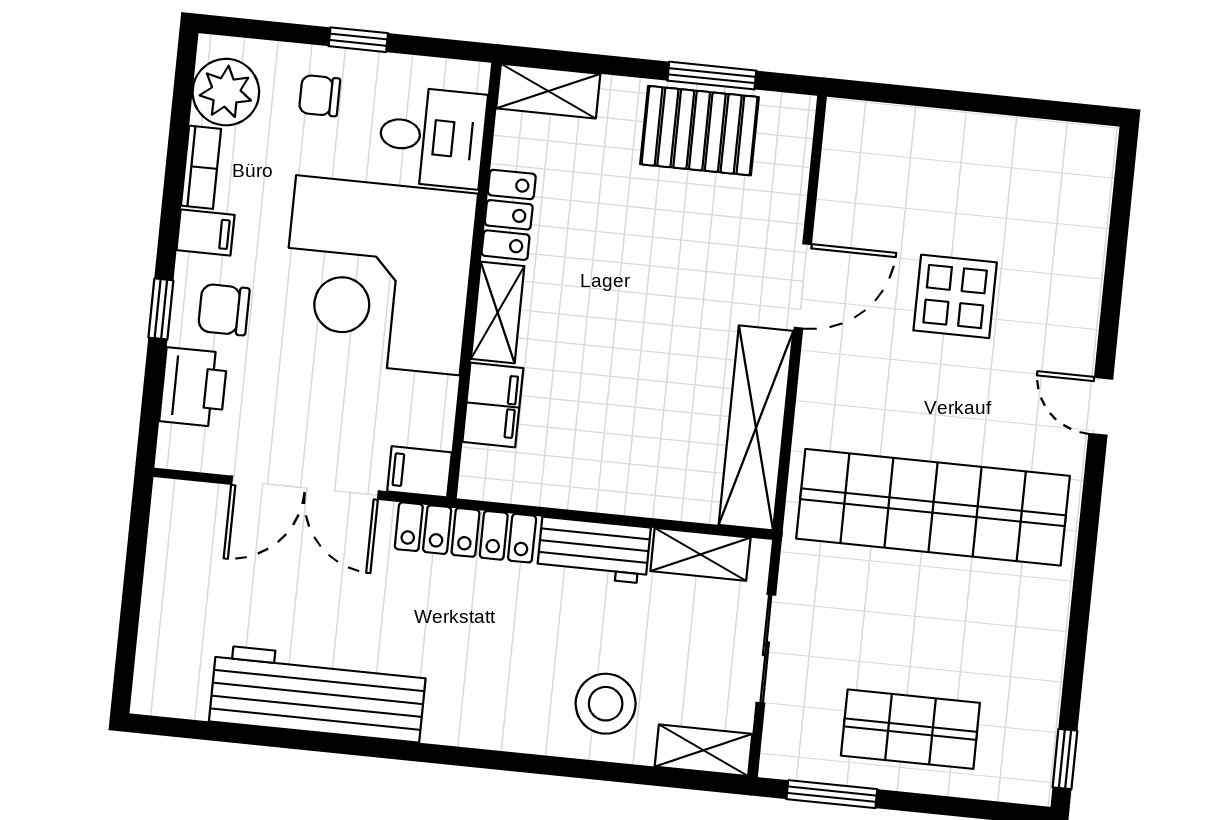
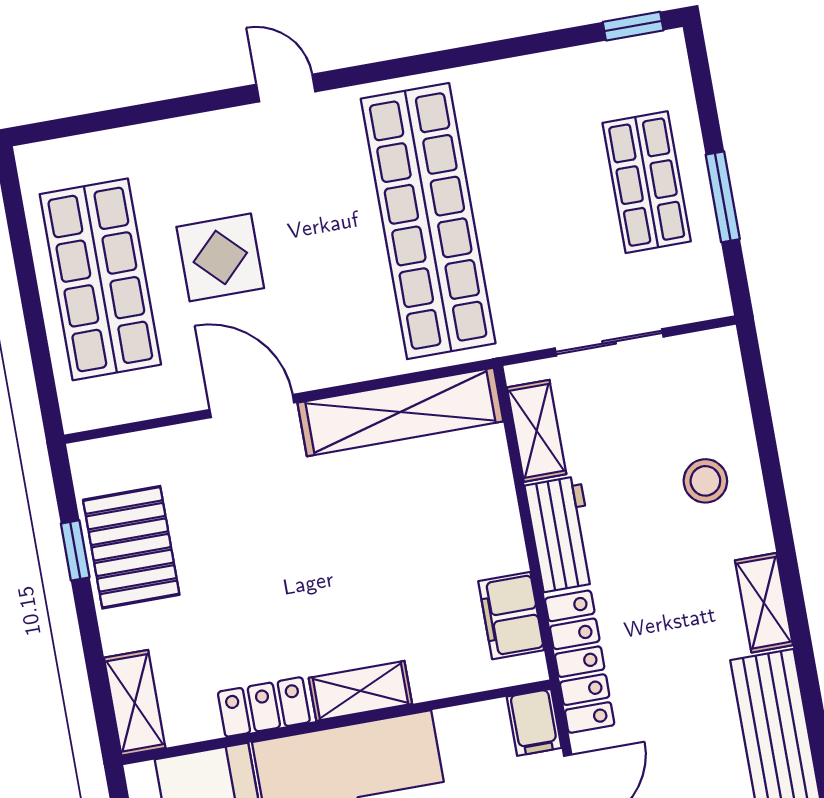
window: (712, 76) -> (75, 550), width x0.67
shop shelf: (967, 174) -> (100, 279), added
filing cabinet: (493, 405) -> (511, 616), moved, turned -90
door: (1101, 406) -> (286, 88), swing flipped
stool: (606, 704) -> (705, 481), width x0.73, depth x0.73
shelving: (704, 750) -> (764, 603), moved
window: (832, 794) -> (723, 197), moved

